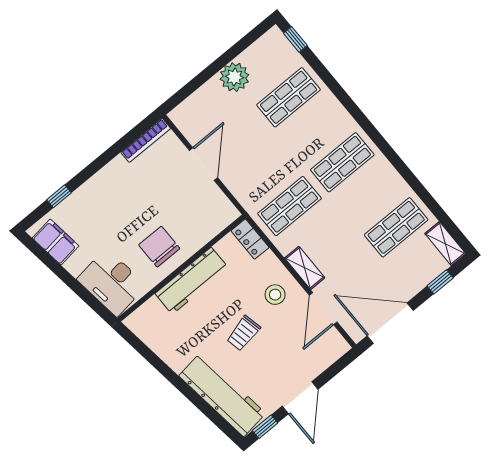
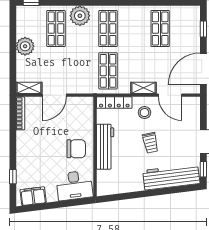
plant: (329, 114) -> (80, 16), added
door: (203, 164) -> (54, 95), swing flipped
locker: (250, 239) -> (114, 103), width x1.53
shelving: (445, 244) -> (29, 88), moved
chair: (159, 247) -> (76, 149), turned 180

